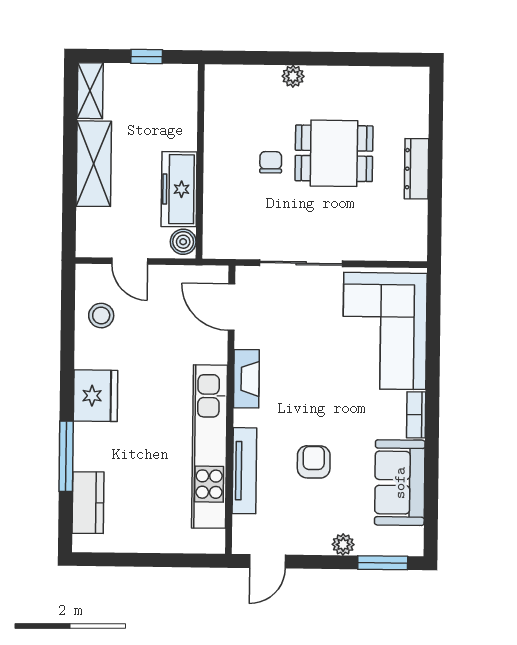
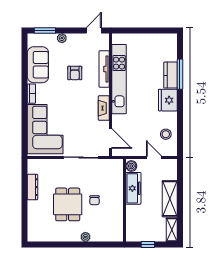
dining table: (334, 153) -> (68, 204), turned 90
dresser: (416, 169) -> (33, 187), moved
kitchen counter: (88, 503) -> (170, 75), moved

